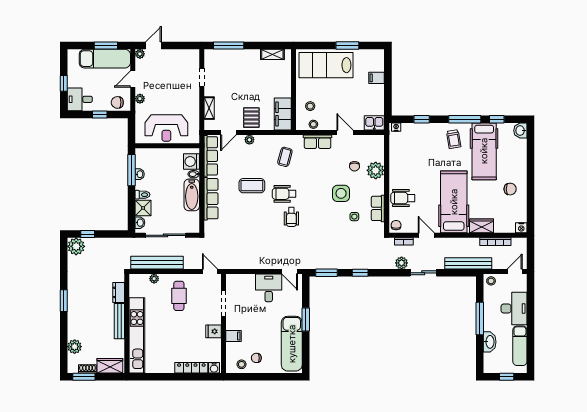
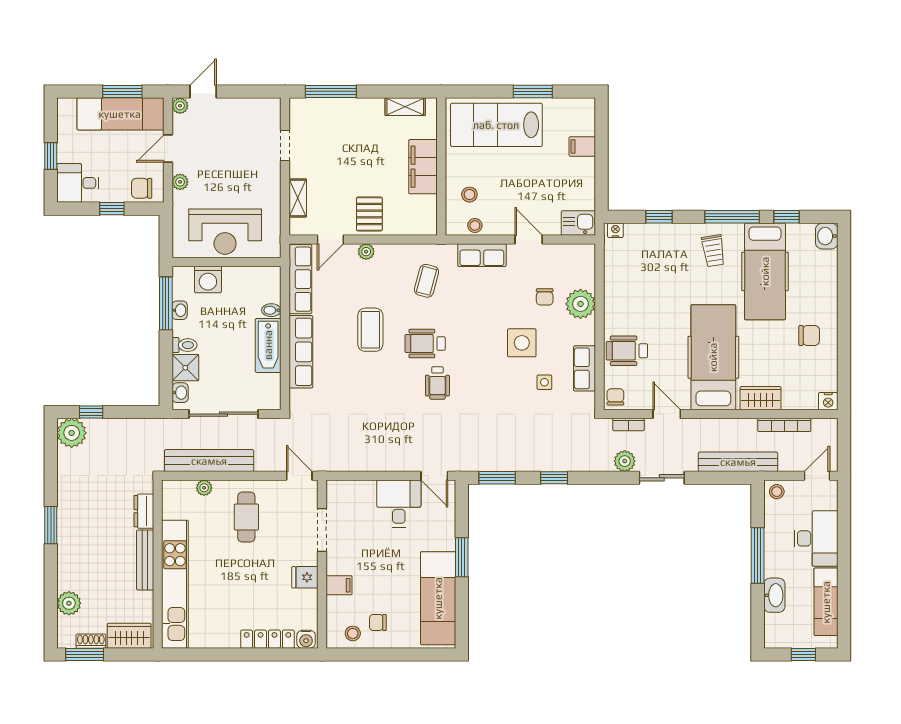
filing cabinet: (283, 114) -> (423, 167), moved
washing machine: (191, 162) -> (208, 279), moved, turned -90
coffee table: (252, 186) -> (370, 330), turned 90

